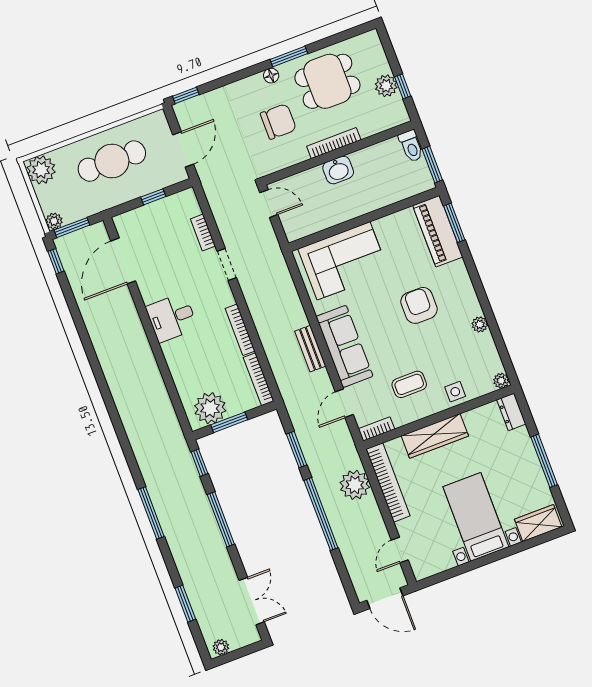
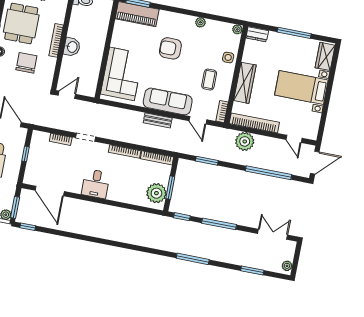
window: (321, 514) -> (269, 173), moved

